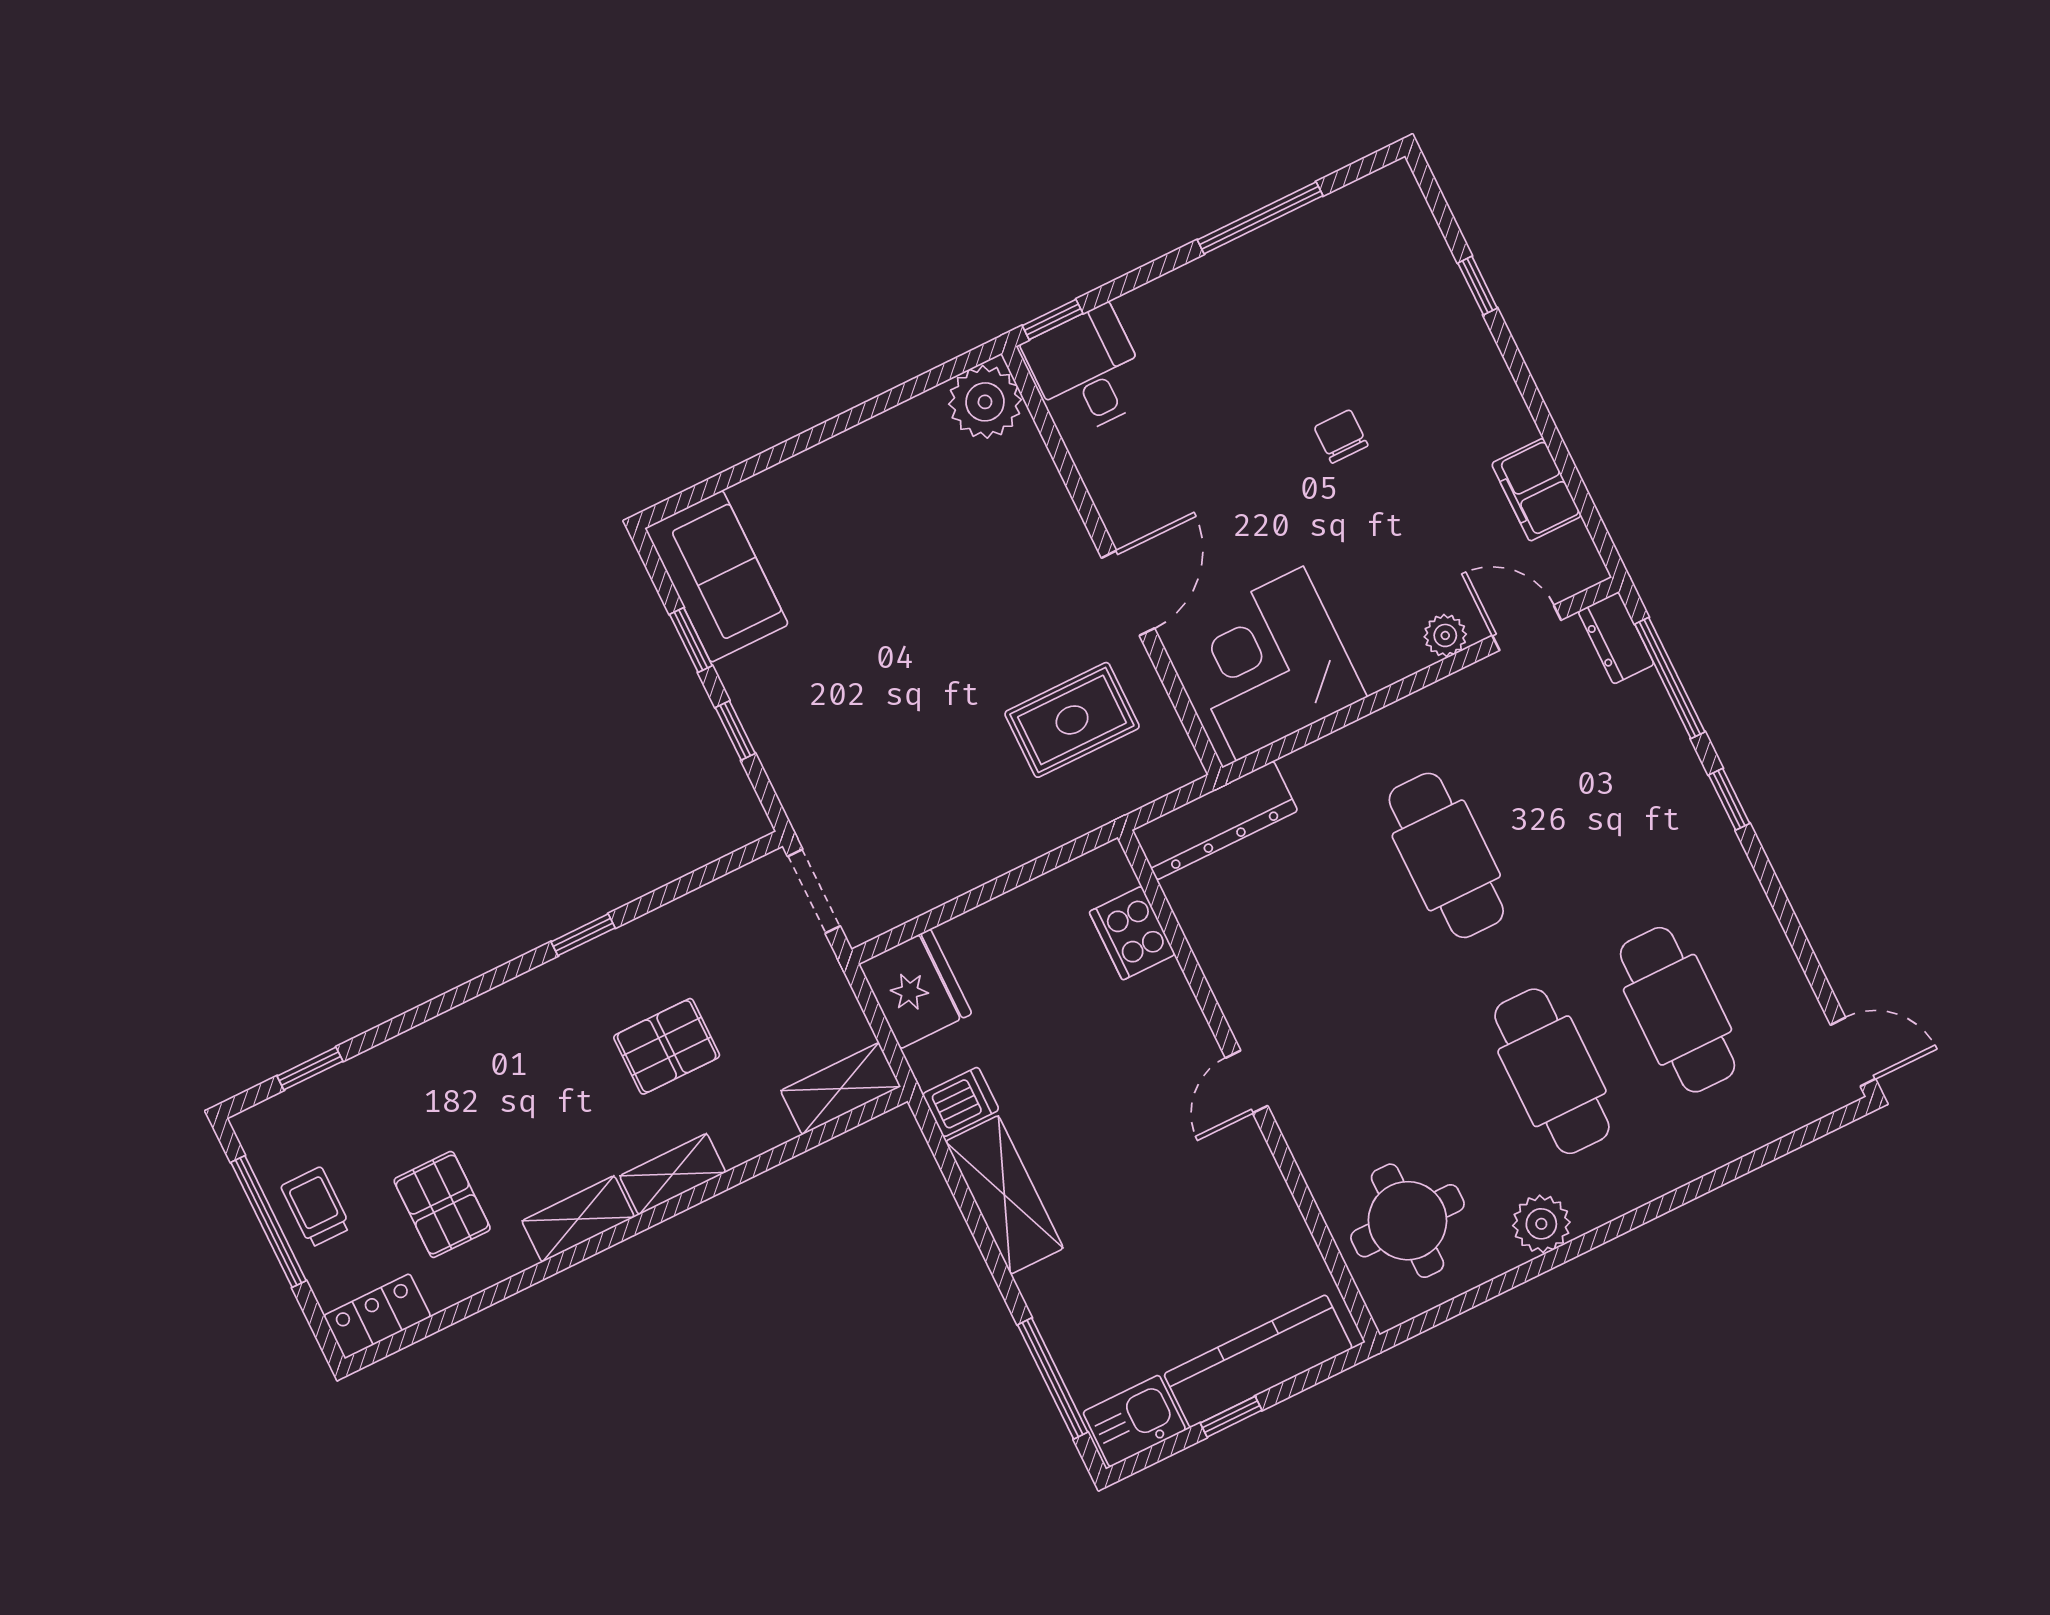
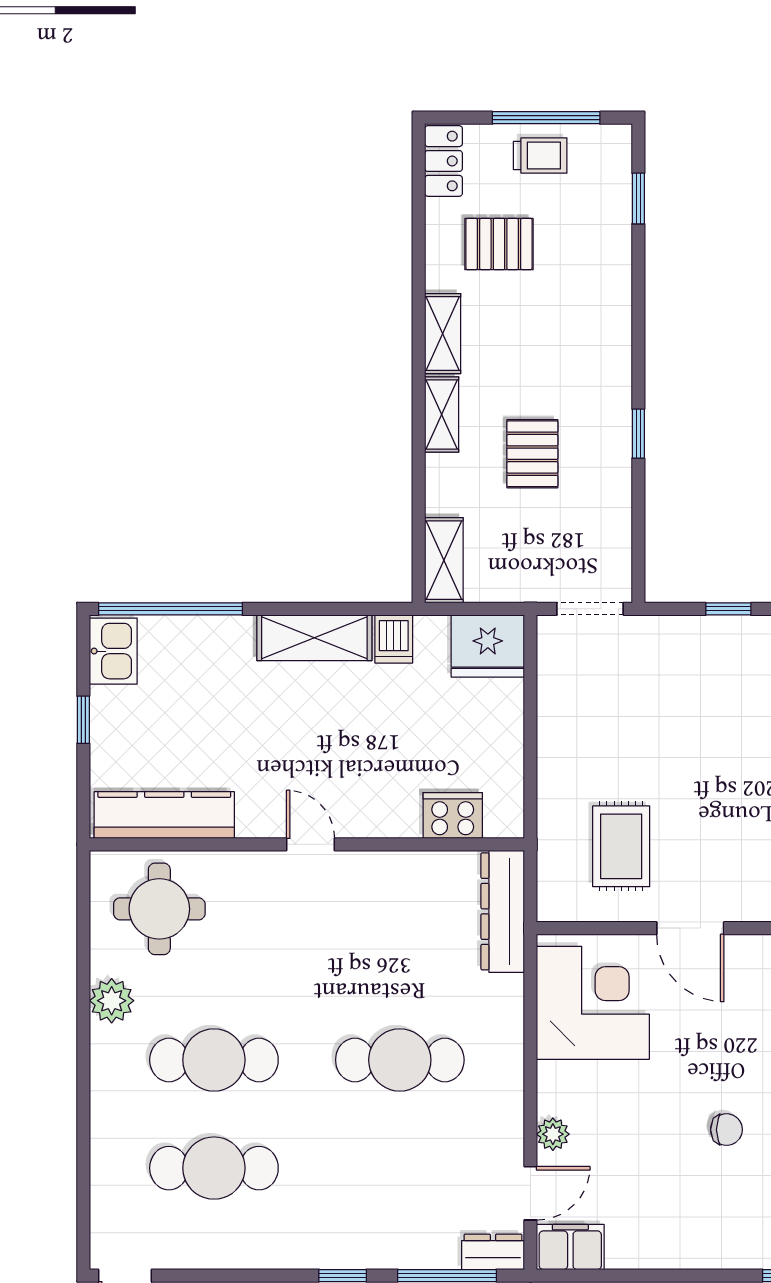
filing cabinet: (1536, 490) -> (570, 1247), moved
kitchen counter: (1258, 1361) -> (164, 815), moved, turned -90
window: (1053, 1379) -> (170, 609), width x1.46

